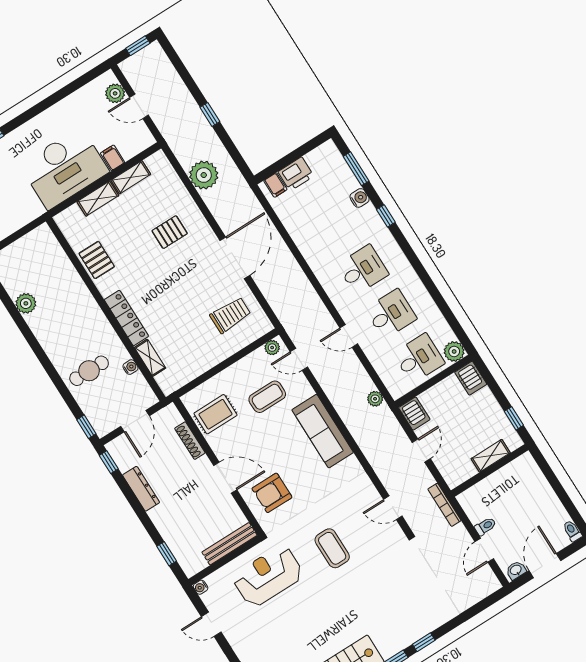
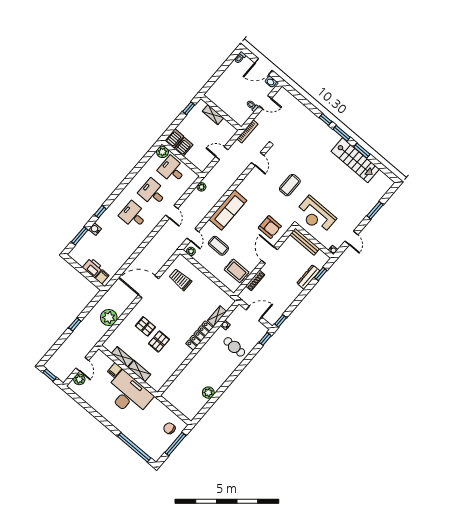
pallet: (97, 260) -> (159, 341), moved
server rack: (414, 414) -> (184, 147), moved
dresser: (141, 489) -> (308, 277), moved

